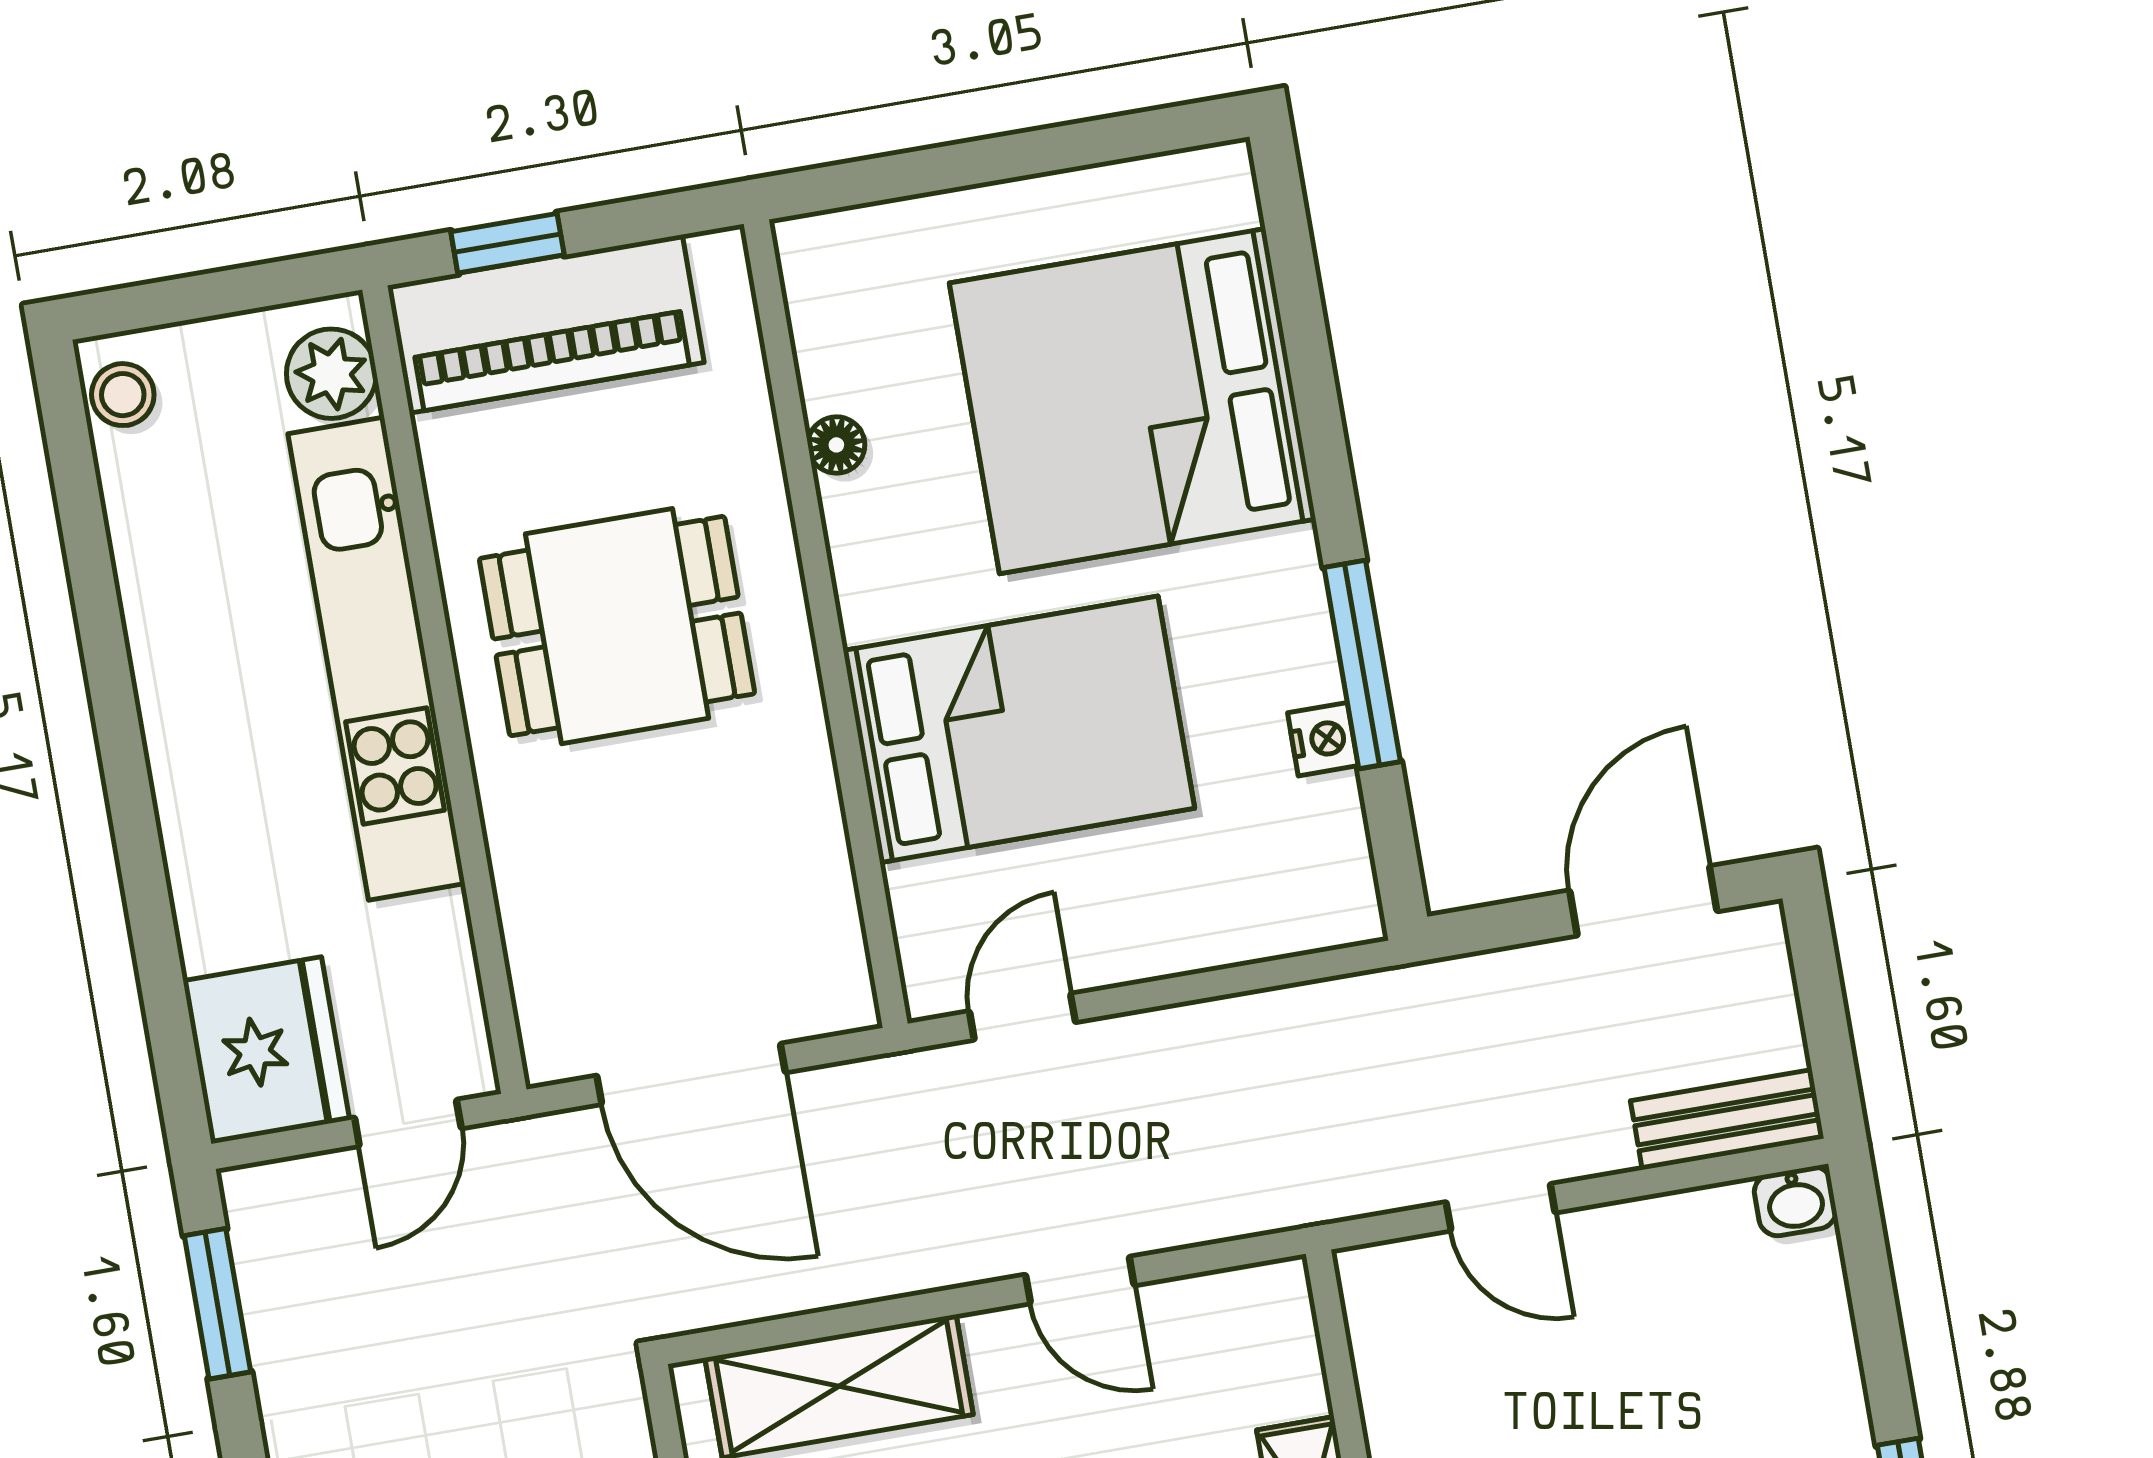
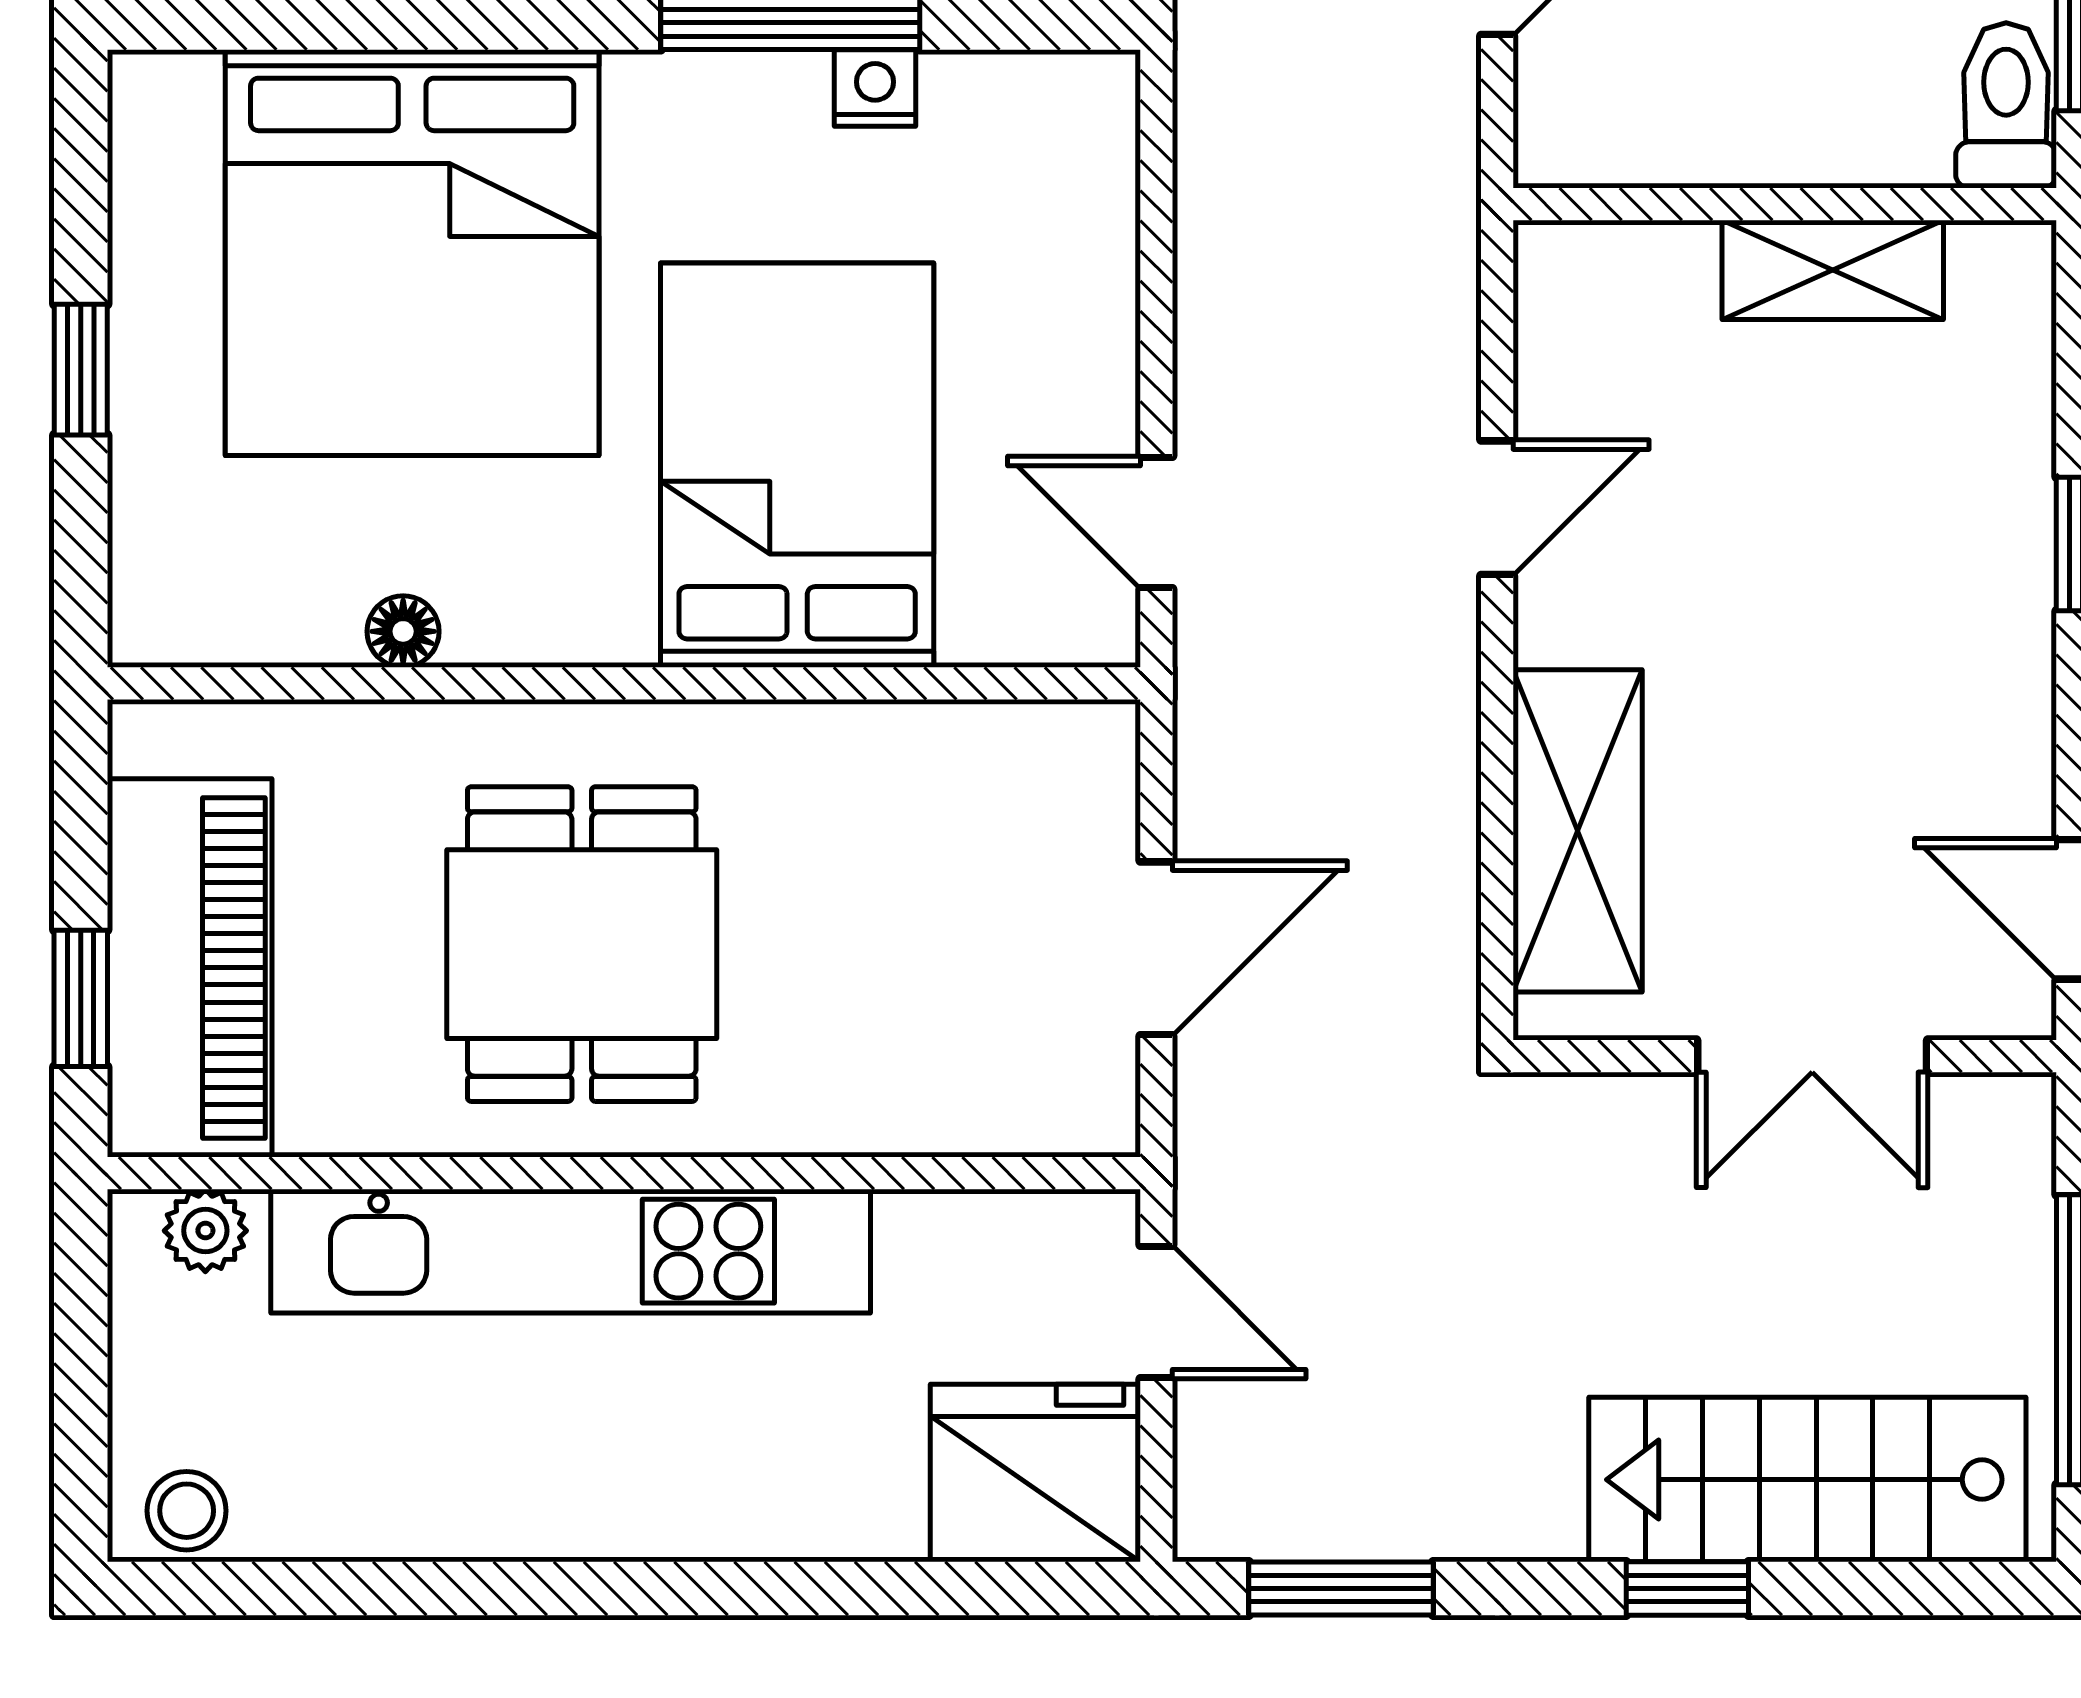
window: (997, 159) -> (81, 370), added
plant: (331, 374) -> (205, 1231), width x0.73, depth x0.73
door: (691, 1074) -> (1156, 948), width x0.73

